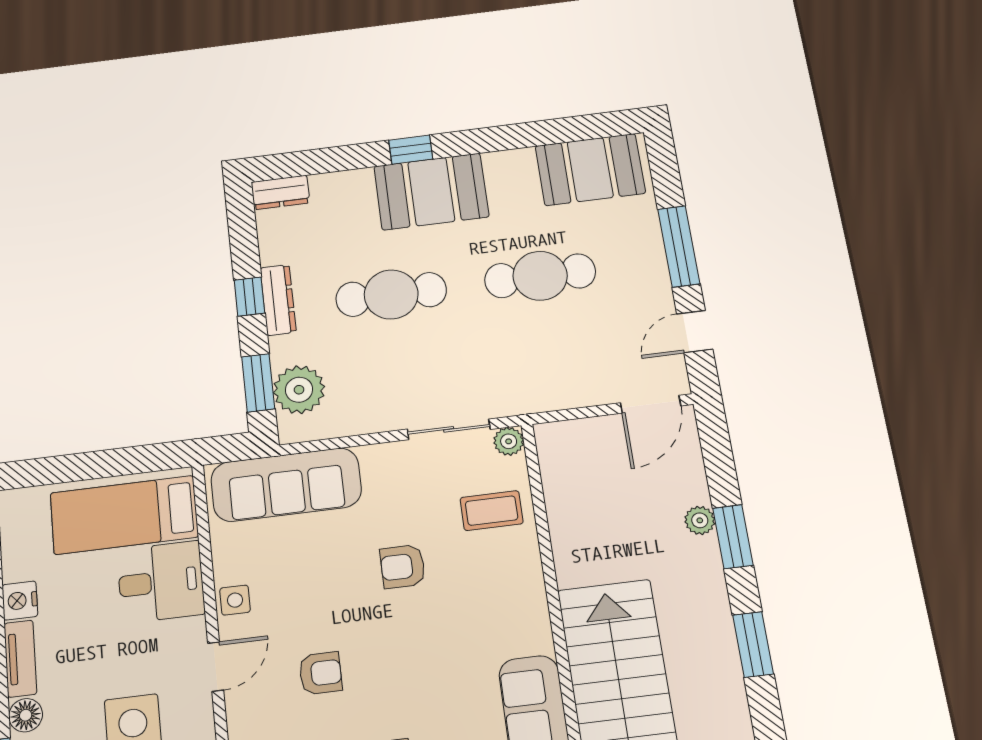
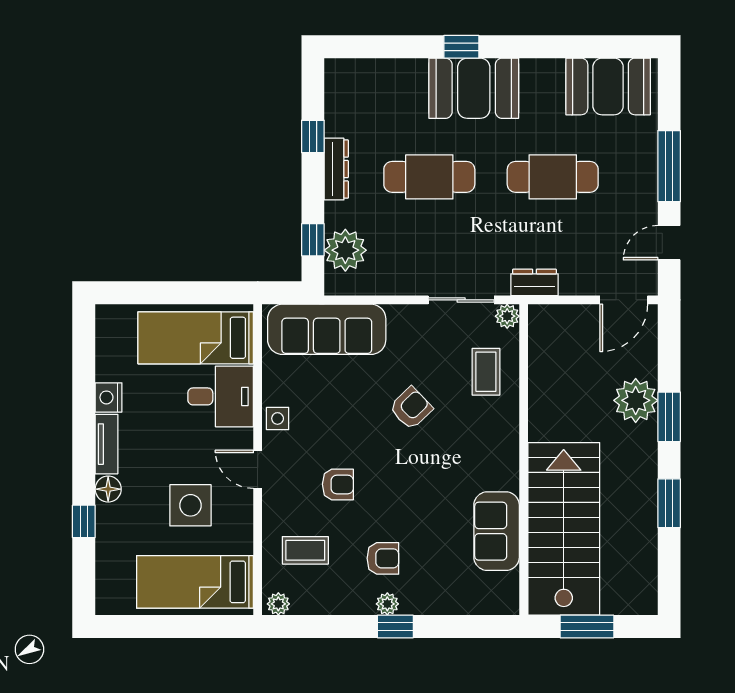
dresser: (280, 192) -> (534, 282), moved, turned 180
window: (249, 297) -> (313, 136), moved
window: (258, 383) -> (313, 240), width x0.67
coffee table: (492, 511) -> (486, 372), turned 90
plant: (700, 520) -> (636, 400), width x1.88, depth x1.88
armchair: (403, 566) -> (411, 408), turned 136
door: (216, 667) -> (258, 469), swing flipped

